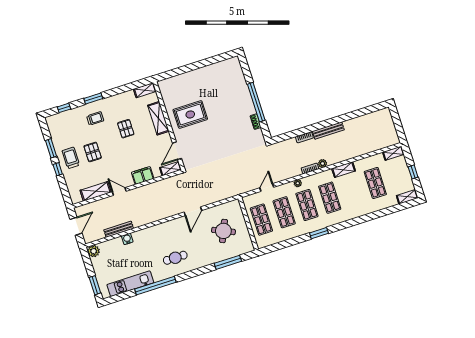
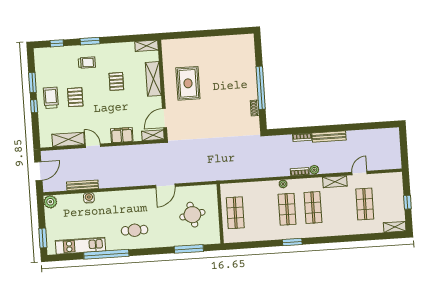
rug: (190, 114) -> (188, 83), turned 90
shelving: (393, 153) -> (392, 177), removed
door: (267, 188) -> (359, 173), moved
shop shelf: (284, 212) -> (261, 211), removed
round table: (223, 231) -> (192, 215), turned -34

